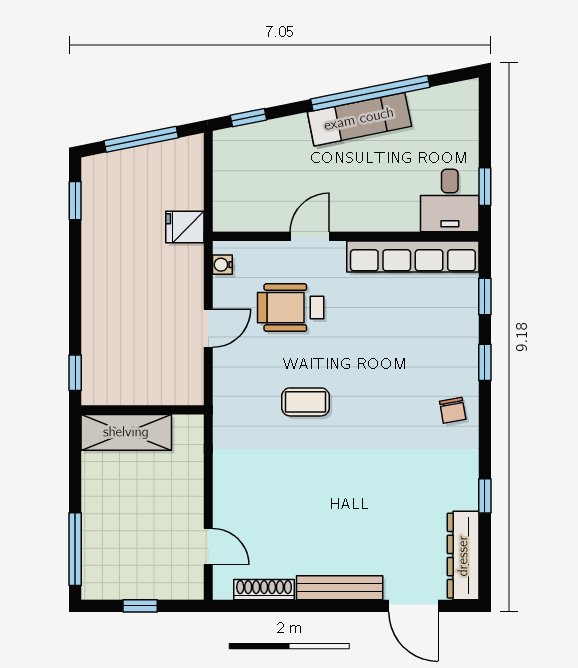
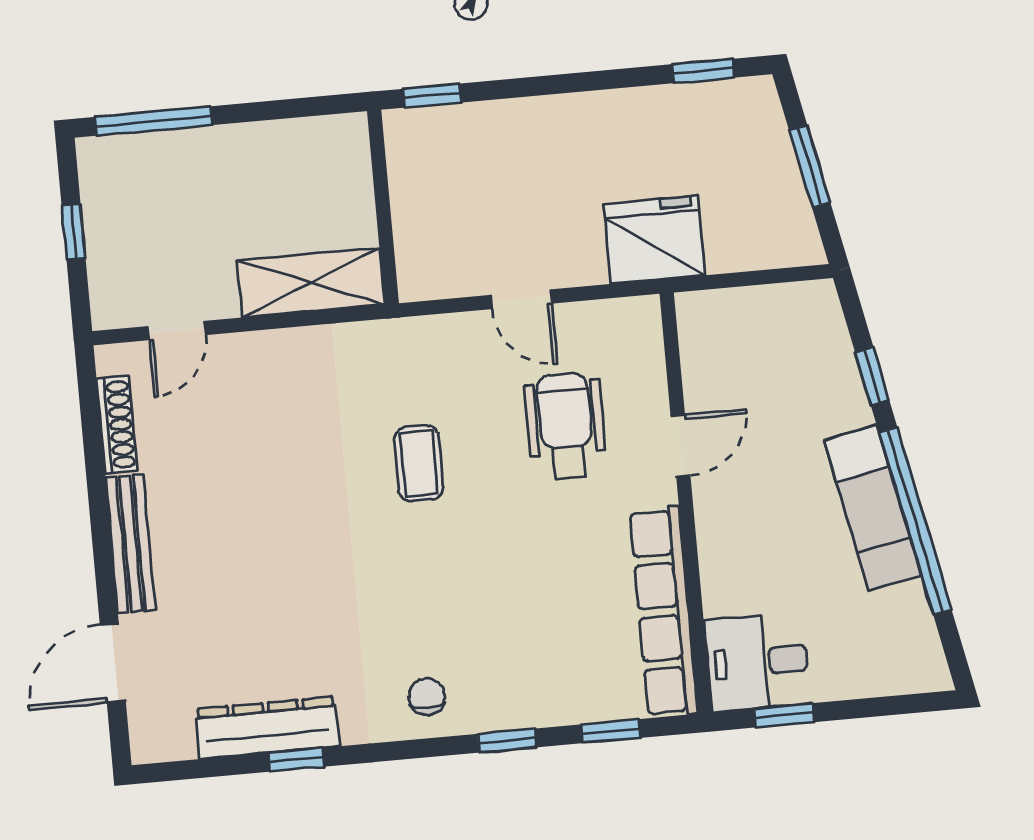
window: (248, 118) -> (872, 376), moved
window: (141, 139) -> (810, 166), width x0.69
fridge: (185, 227) -> (654, 240), width x1.88, depth x1.34
door: (310, 236) -> (681, 446), hinge flipped
water cooler: (222, 265) -> (623, 312), removed
chair: (453, 410) -> (427, 697), turned 100
shelving: (126, 432) -> (311, 283), moved, turned 90
dresser: (463, 556) -> (267, 728), moved

